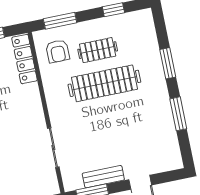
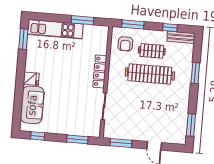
locker: (25, 59) -> (100, 71), moved
window: (178, 114) -> (191, 125), moved
bench: (103, 177) -> (181, 37), moved

